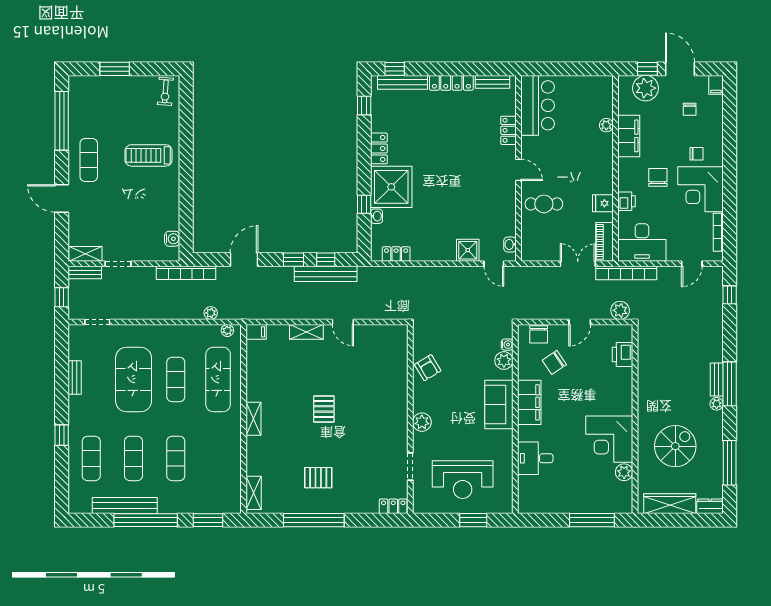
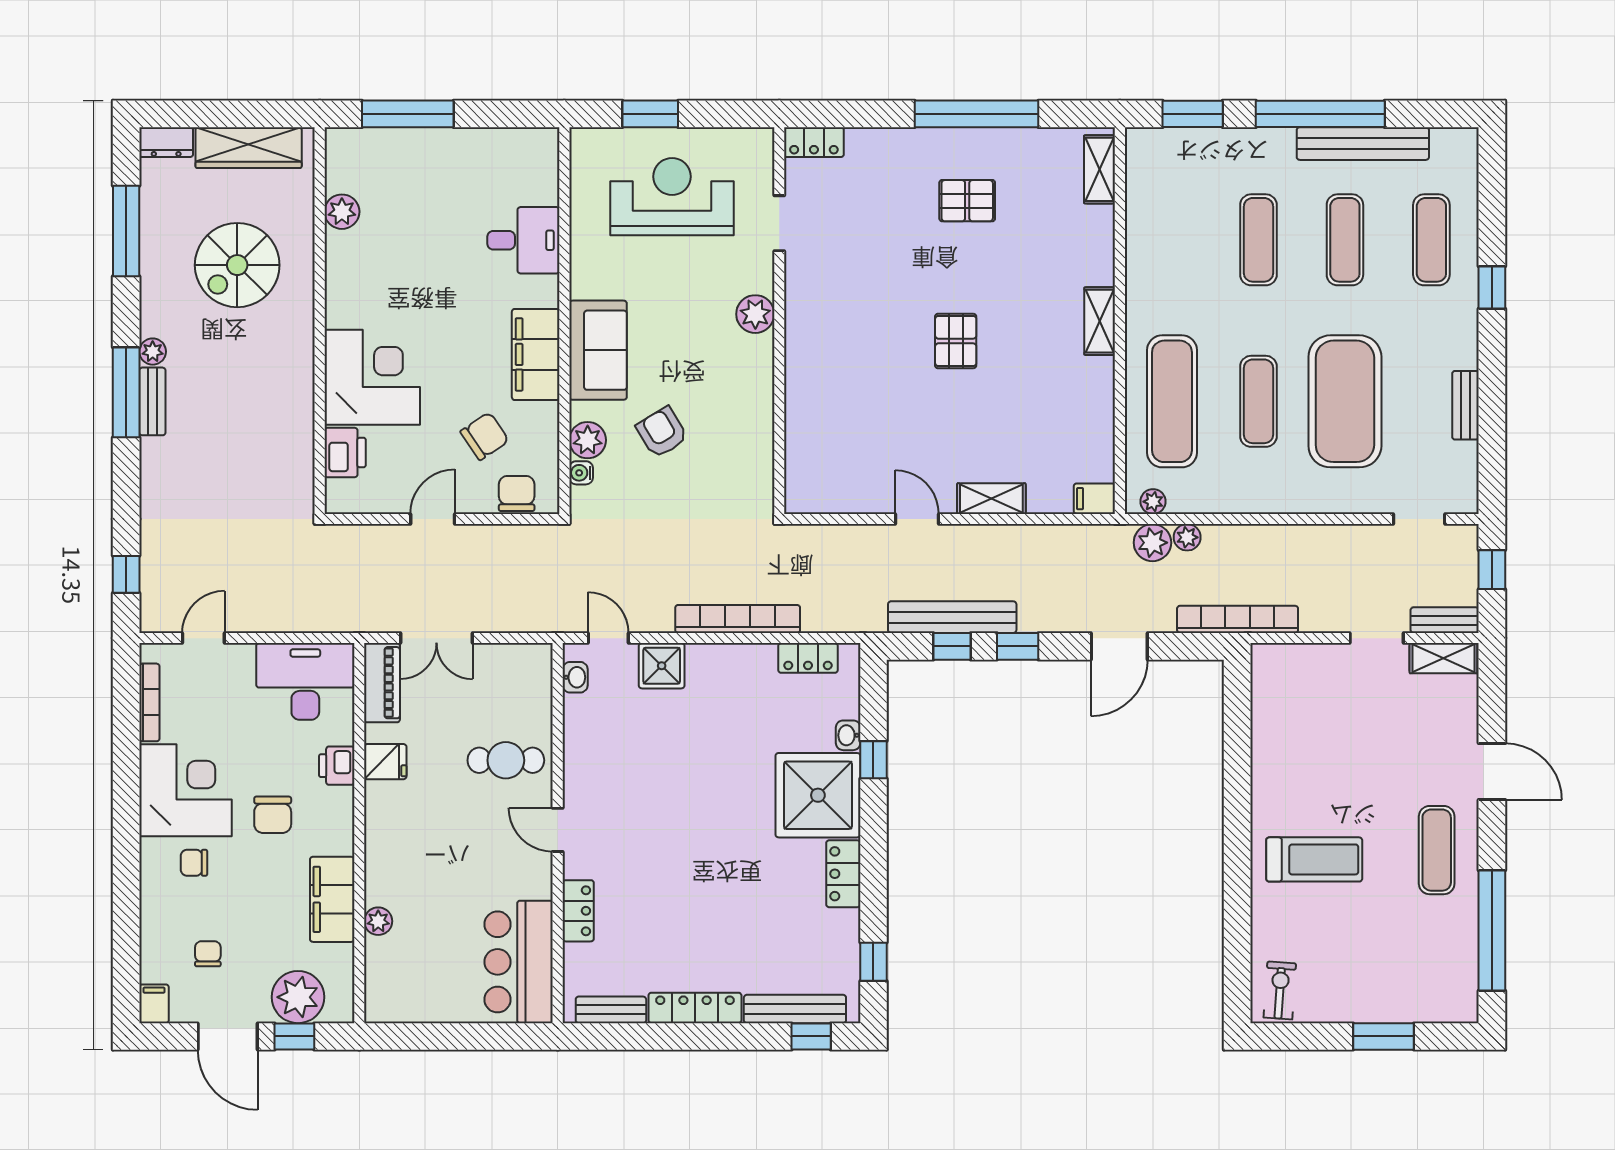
water cooler: (172, 239) -> (1266, 689), removed
bookcase: (626, 273) -> (738, 619), moved
plant: (620, 310) -> (1152, 543), moved
armchair: (428, 368) -> (662, 432), moved
corner desk: (609, 439) -> (372, 377), moved

